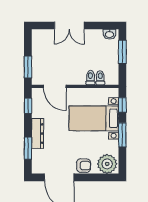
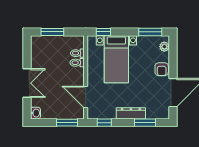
washbasin: (109, 34) -> (36, 113), moved
door: (55, 86) -> (86, 97), swing flipped
window: (122, 135) -> (150, 32), moved
plant: (107, 164) -> (164, 47), width x0.53, depth x0.53
armchair: (84, 166) -> (162, 69), turned 180

